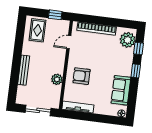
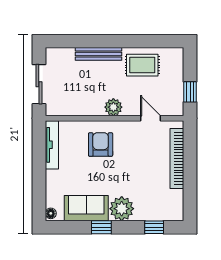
rug: (38, 30) -> (142, 65), moved
plant: (128, 40) -> (122, 209), moved
window: (136, 71) -> (101, 227), moved
plant: (57, 79) -> (113, 107), moved

